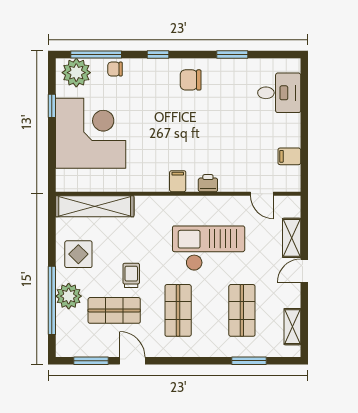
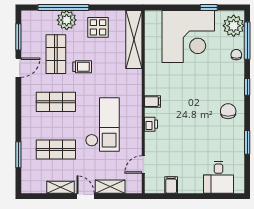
shelving: (292, 327) -> (61, 187), moved

